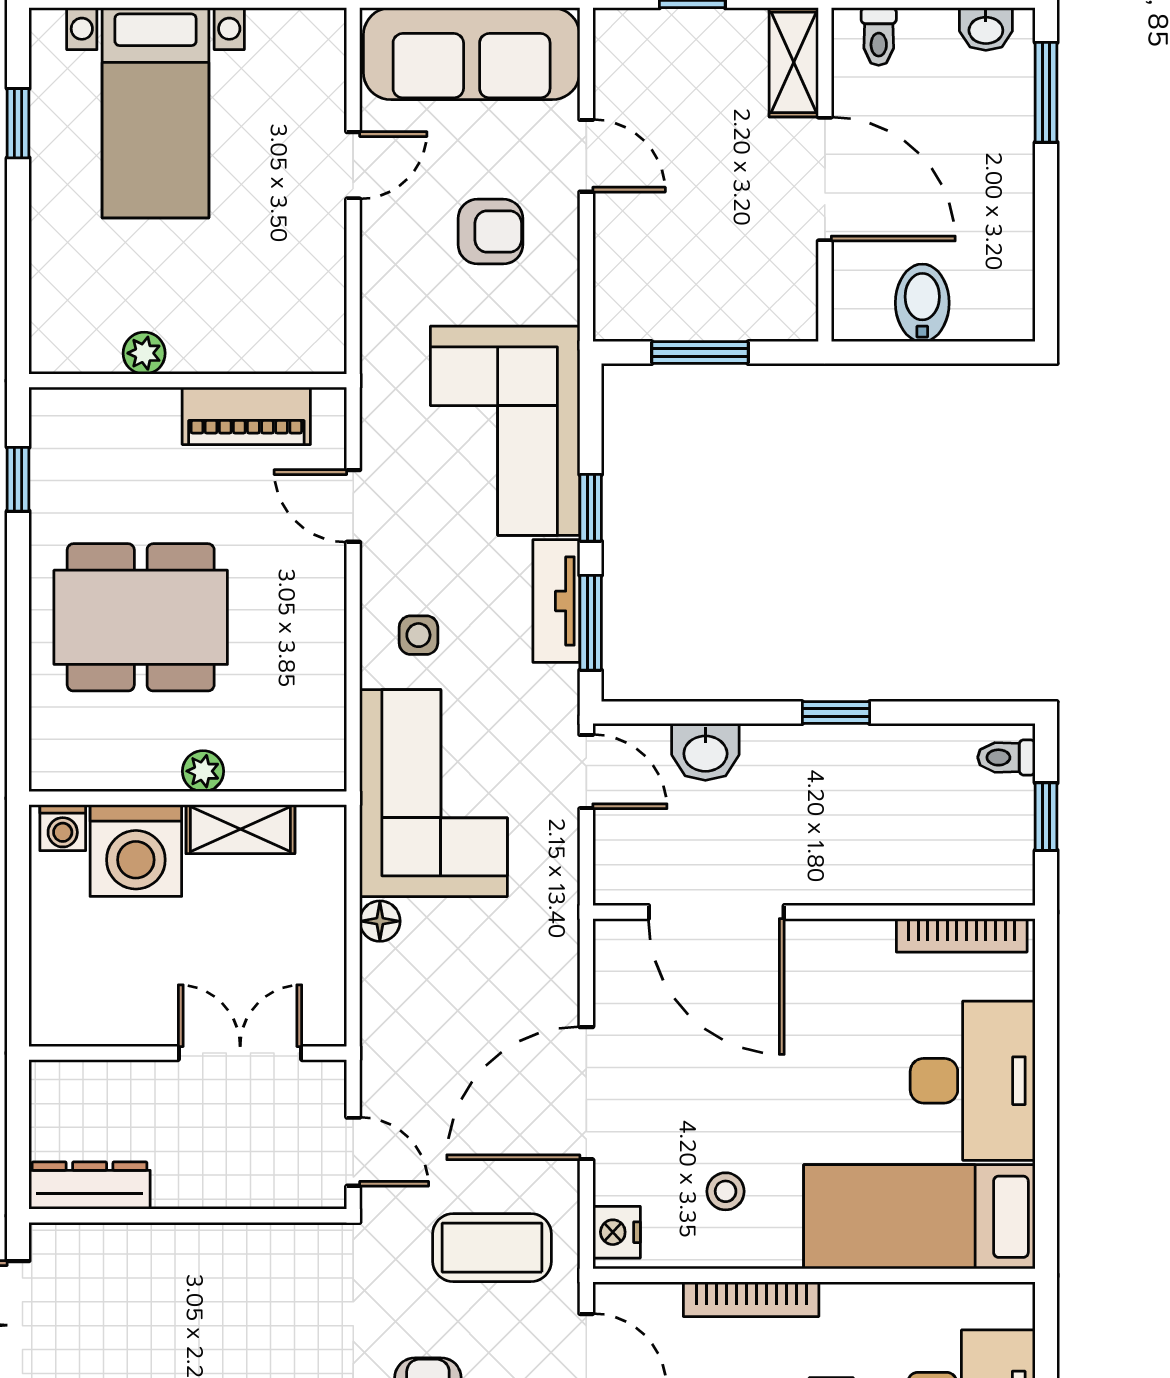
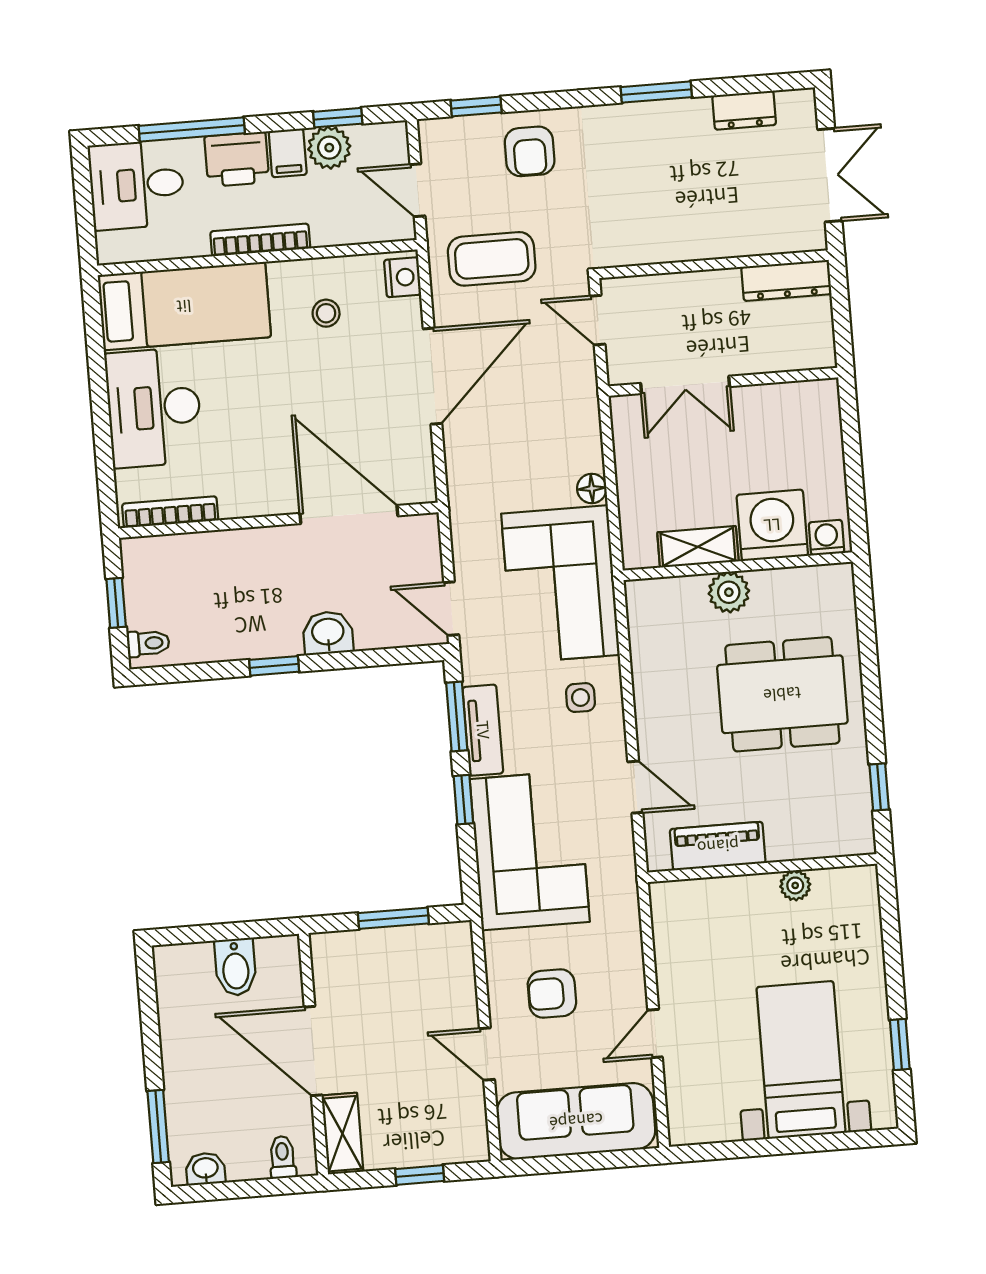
washbasin: (705, 752) -> (328, 633), moved
plant: (203, 771) -> (729, 592), width x1.38, depth x1.38
bookcase: (751, 1299) -> (260, 240), moved

